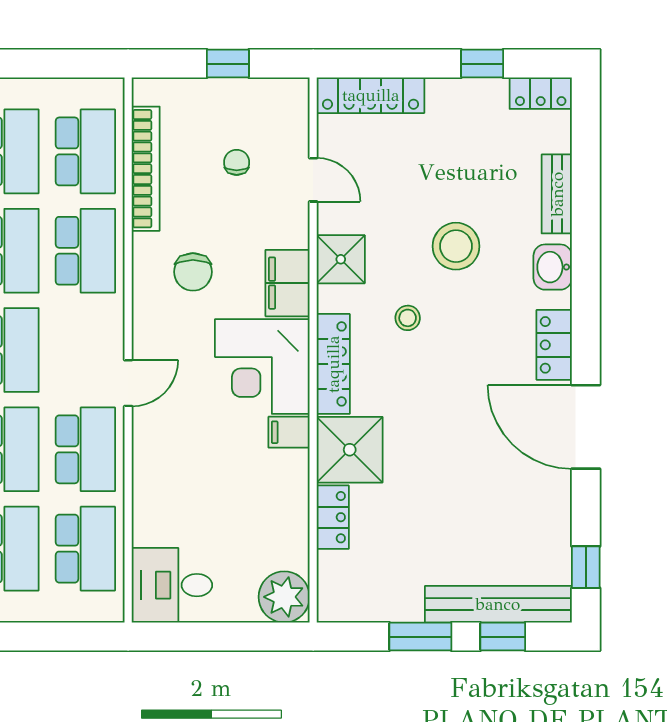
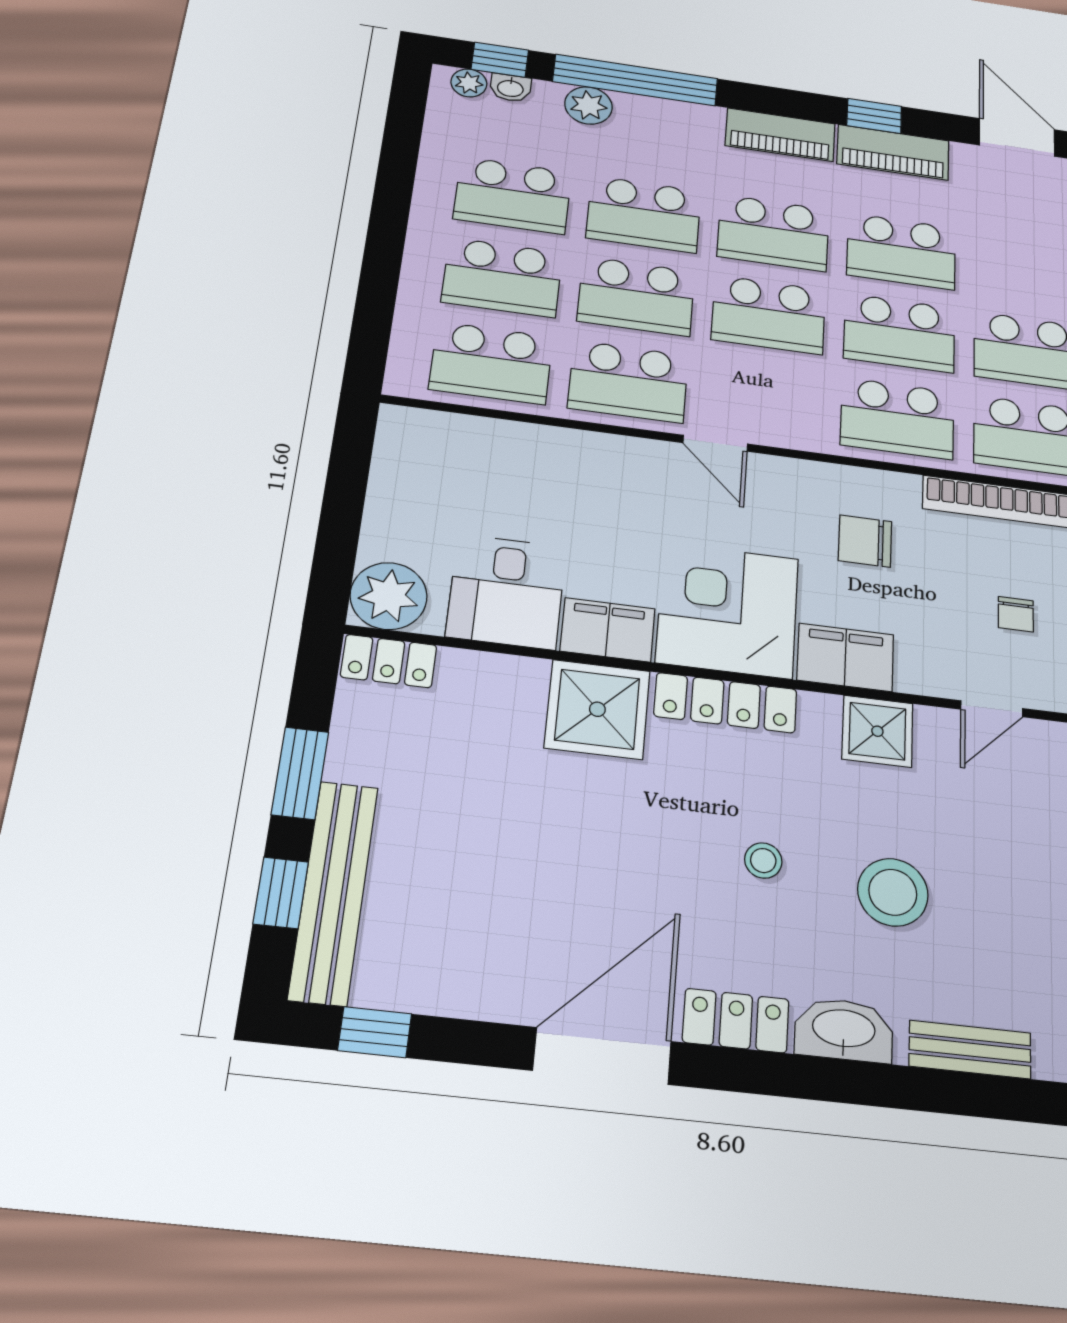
chair: (237, 162) -> (1016, 614), turned 90
washbasin: (553, 267) -> (844, 1030), width x1.38
stool: (408, 318) -> (763, 861), moved
filing cabinet: (289, 432) -> (608, 630), width x2.00
locker: (333, 517) -> (389, 661), moved
desk: (172, 585) -> (506, 591), moved, turned 180

